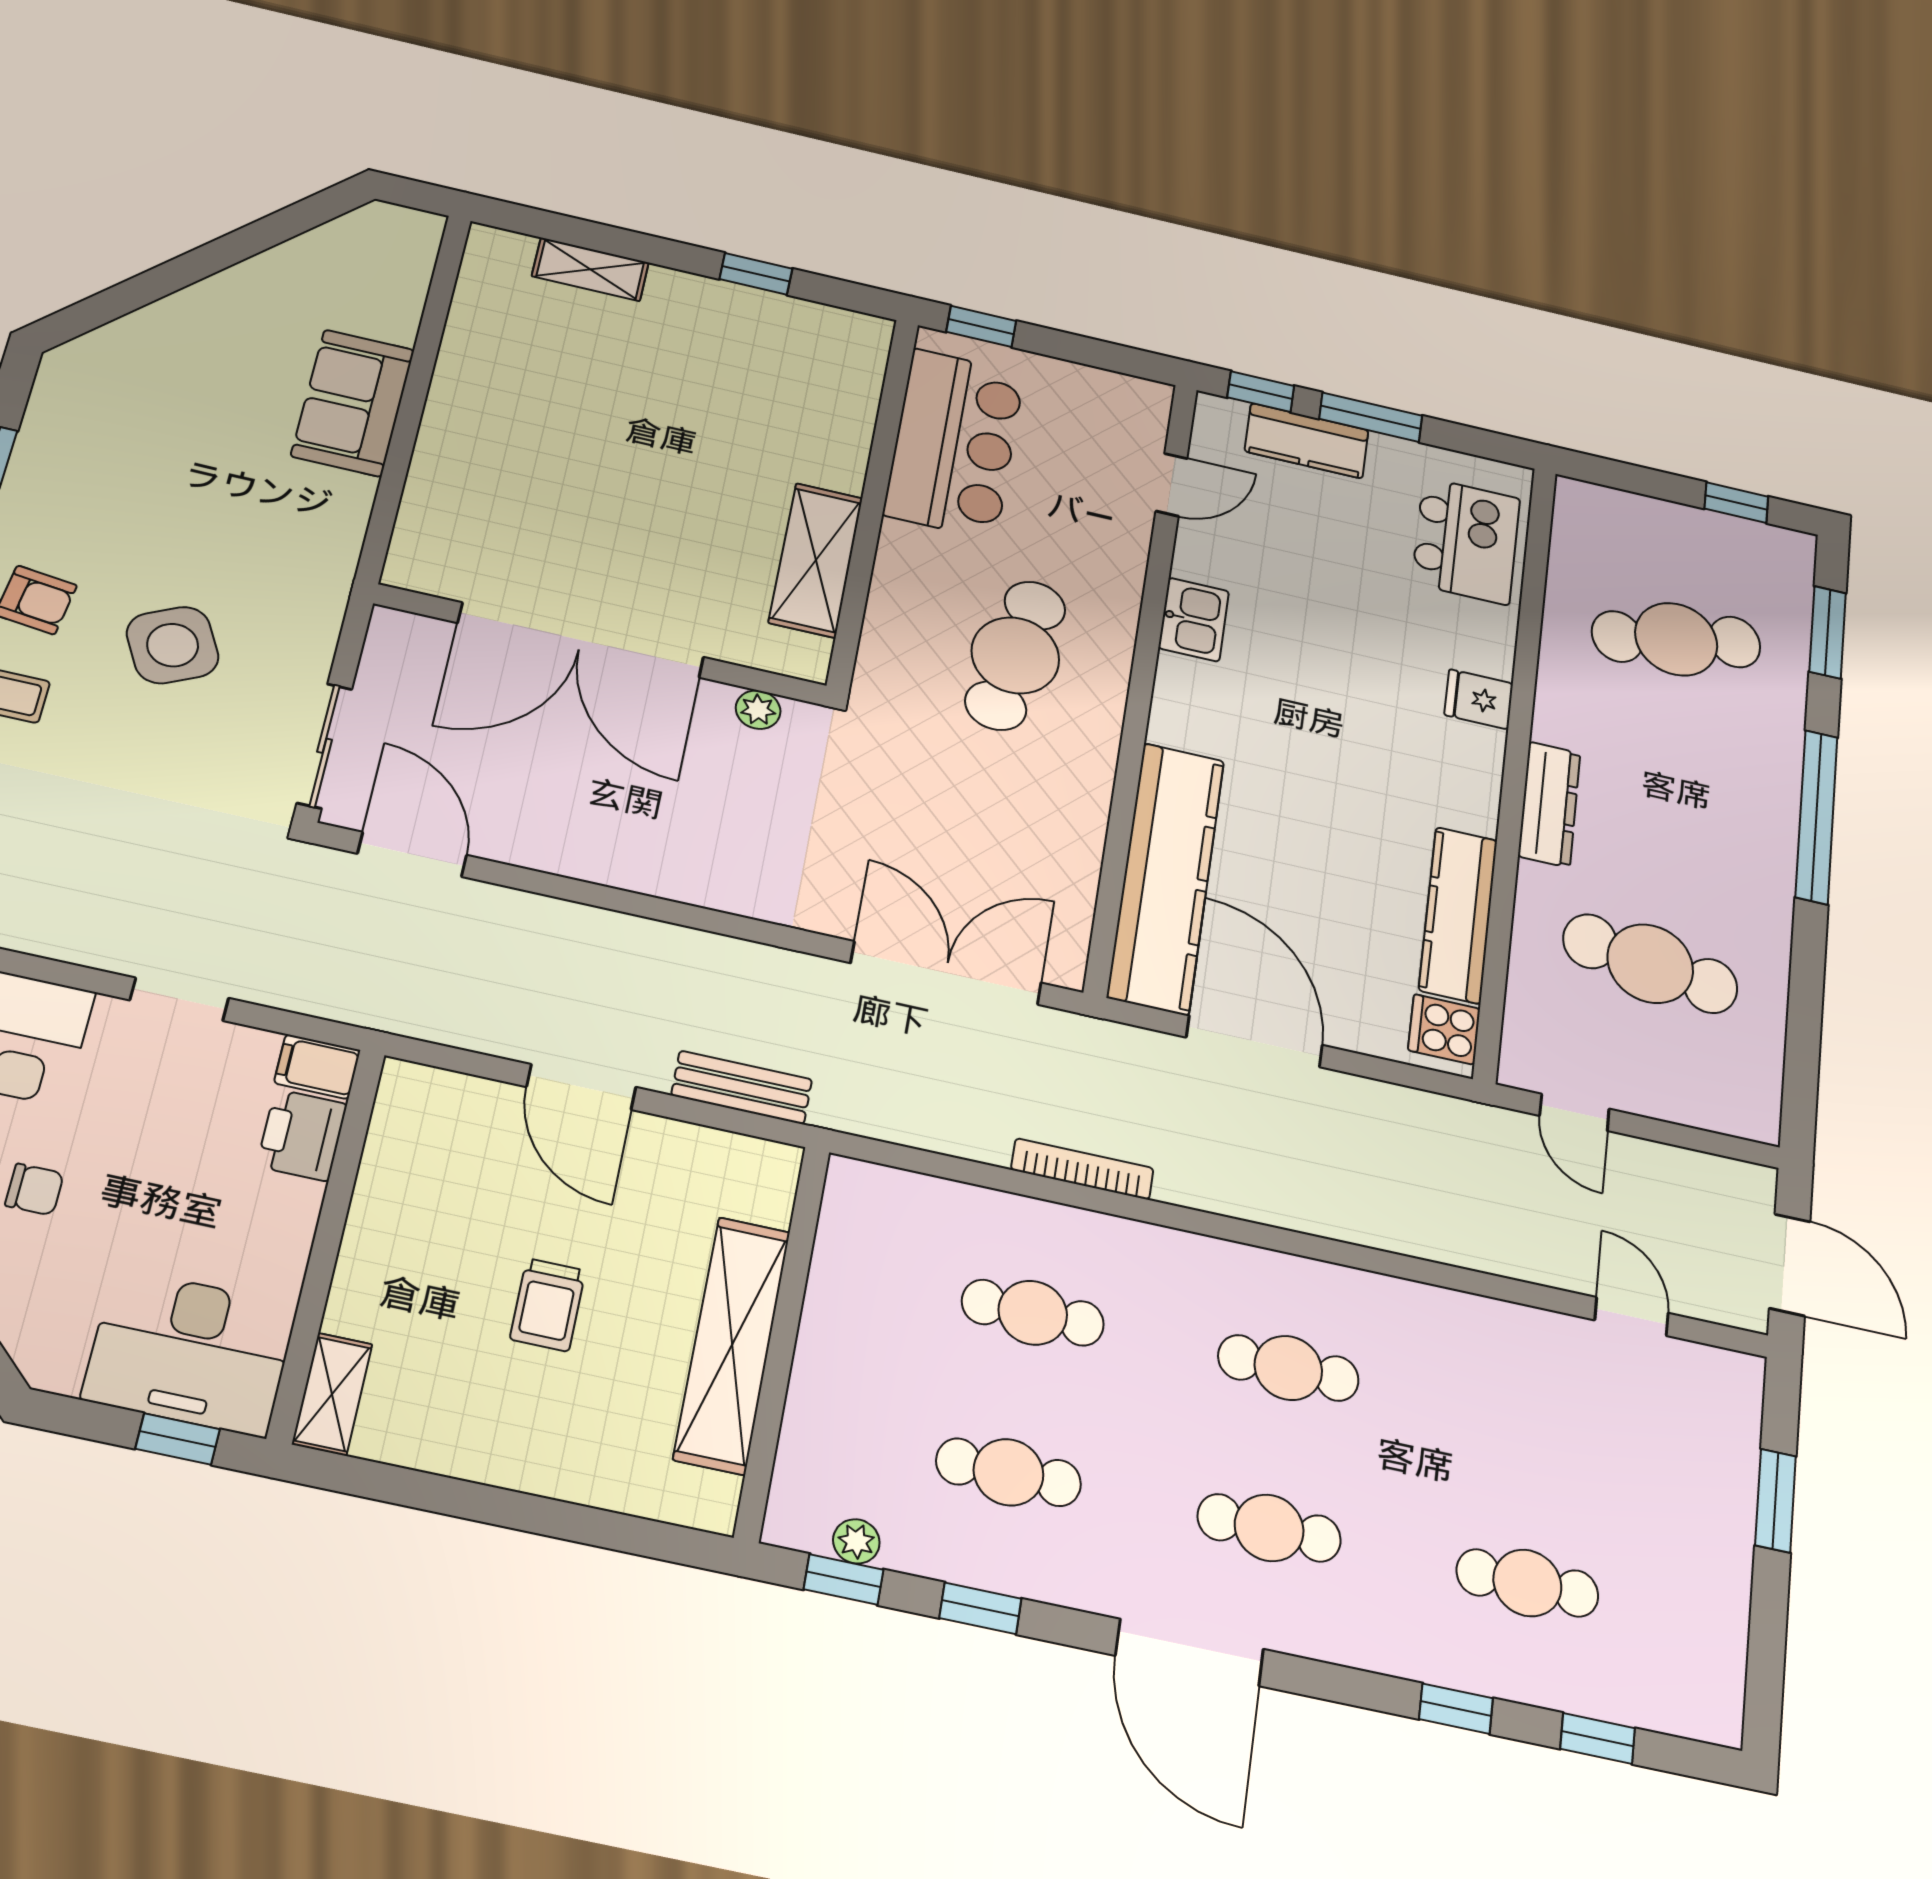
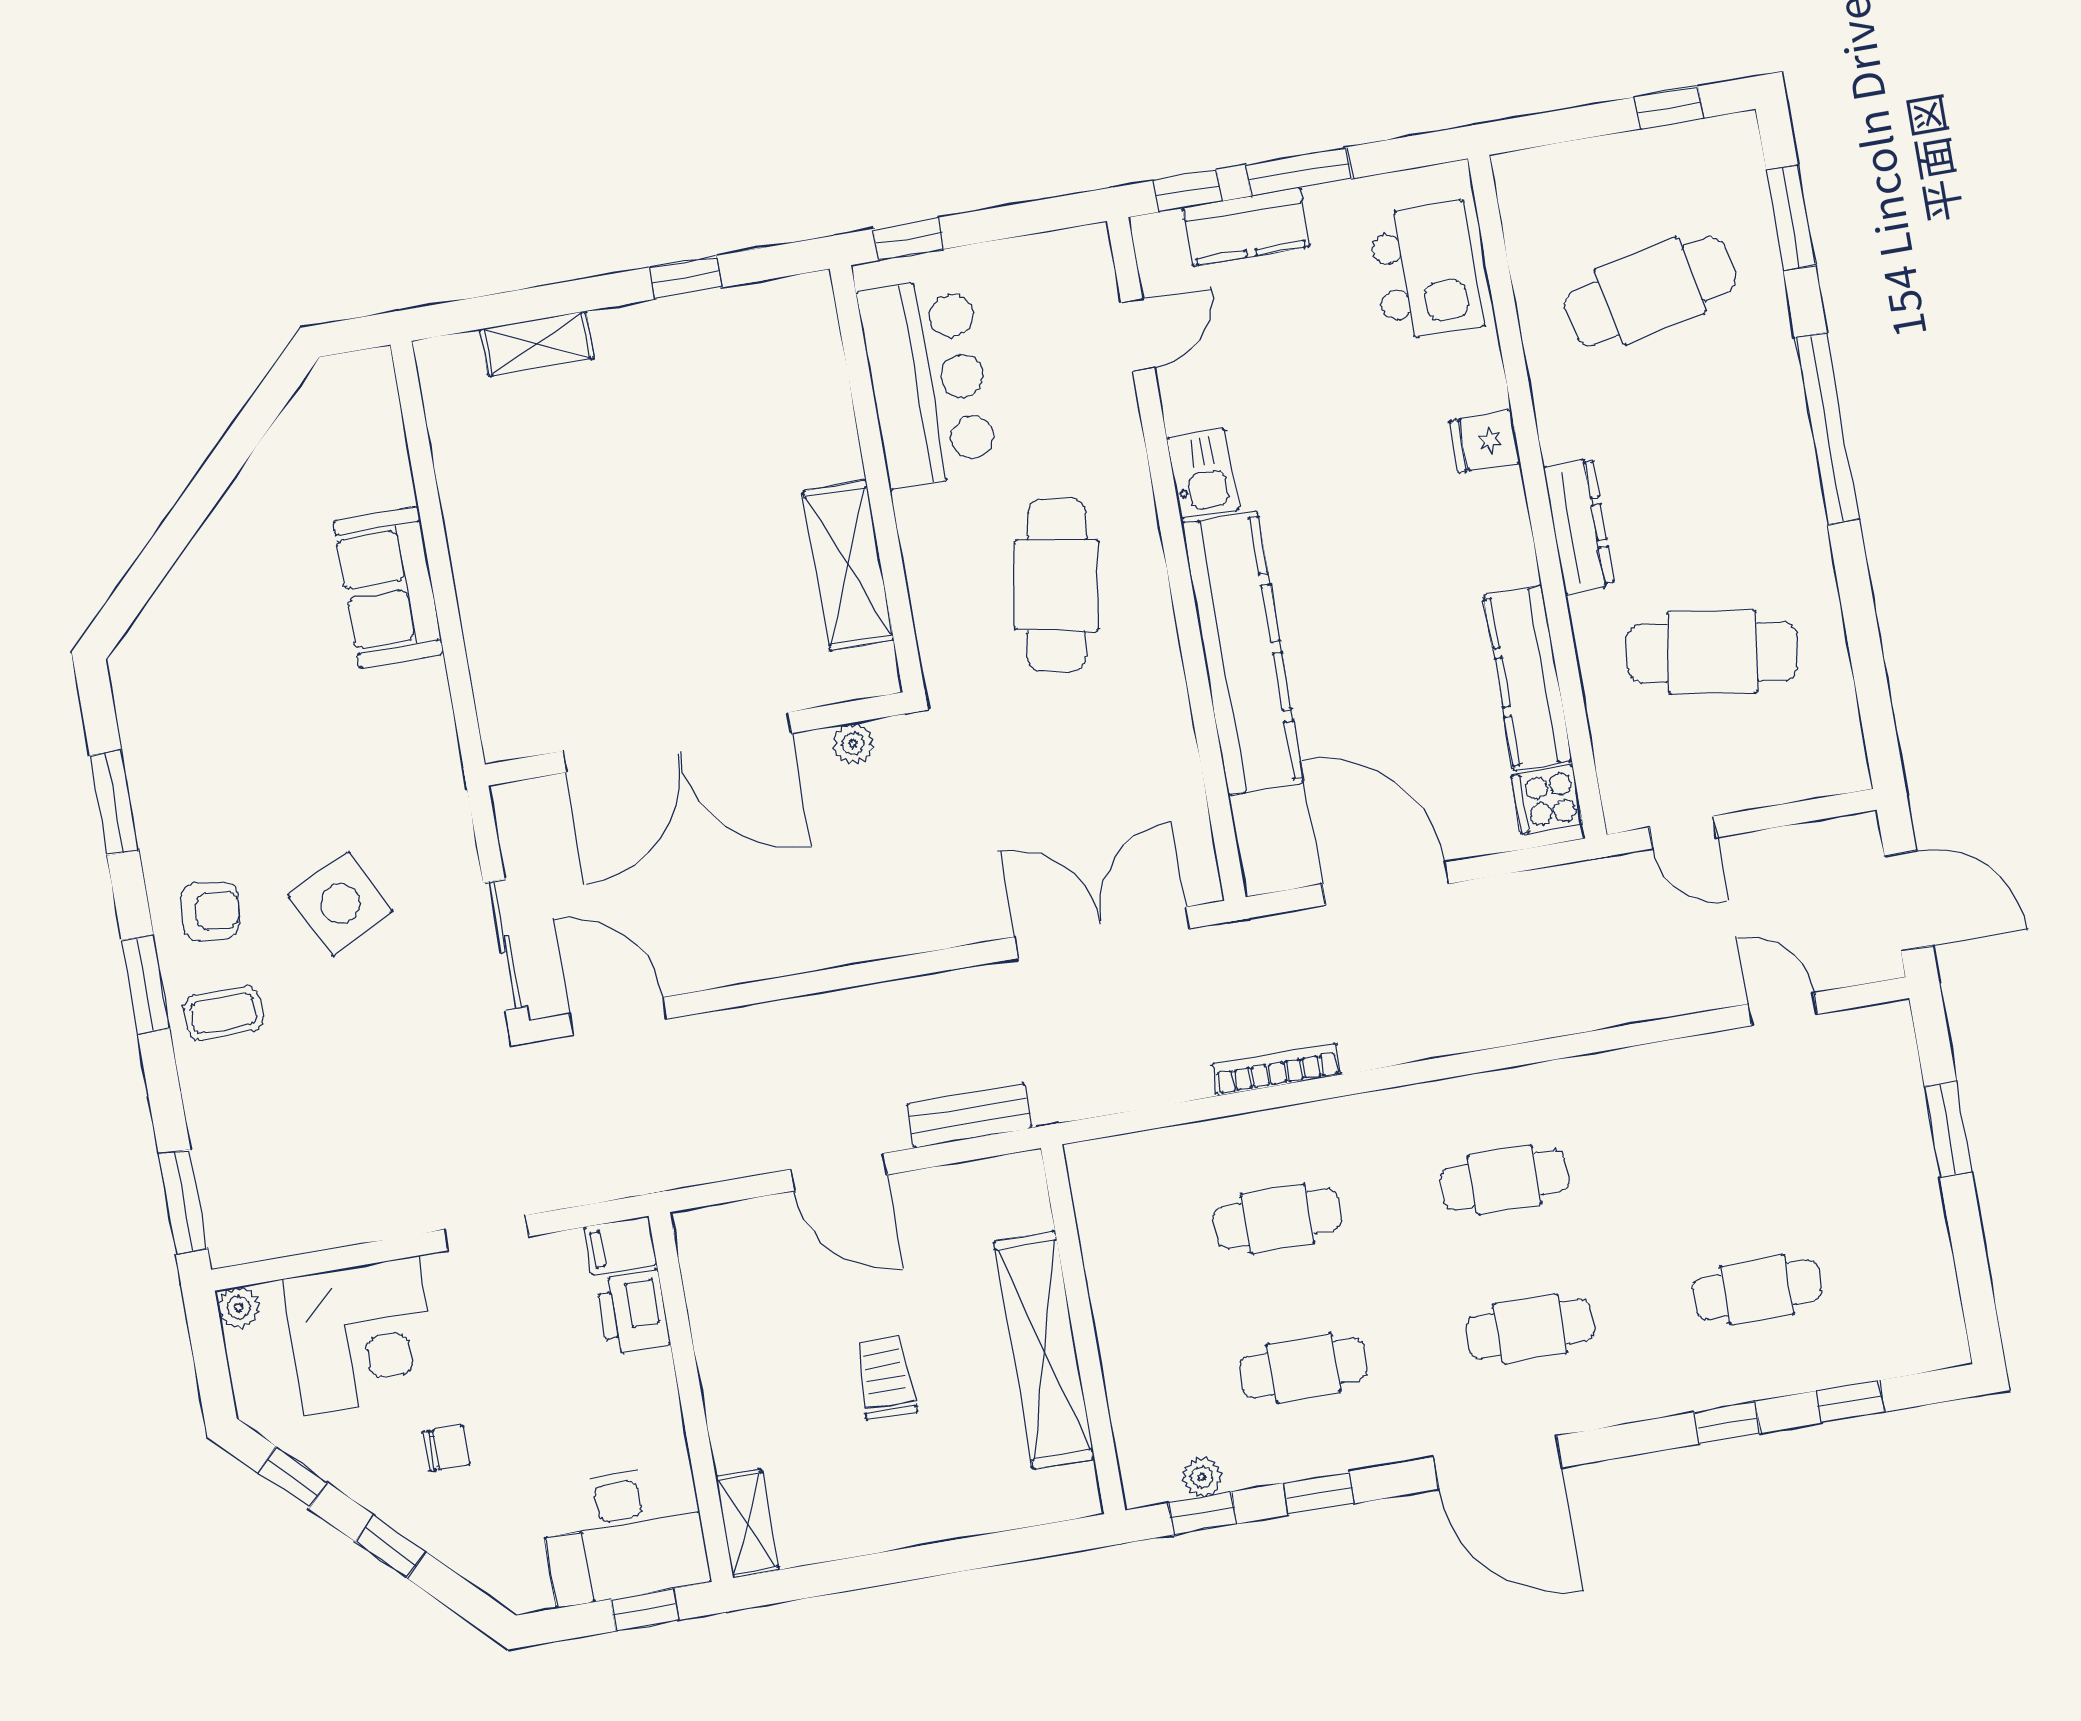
kitchen counter: (1166, 878) -> (1243, 653), moved
trolley: (548, 1305) -> (885, 1377), turned 180

